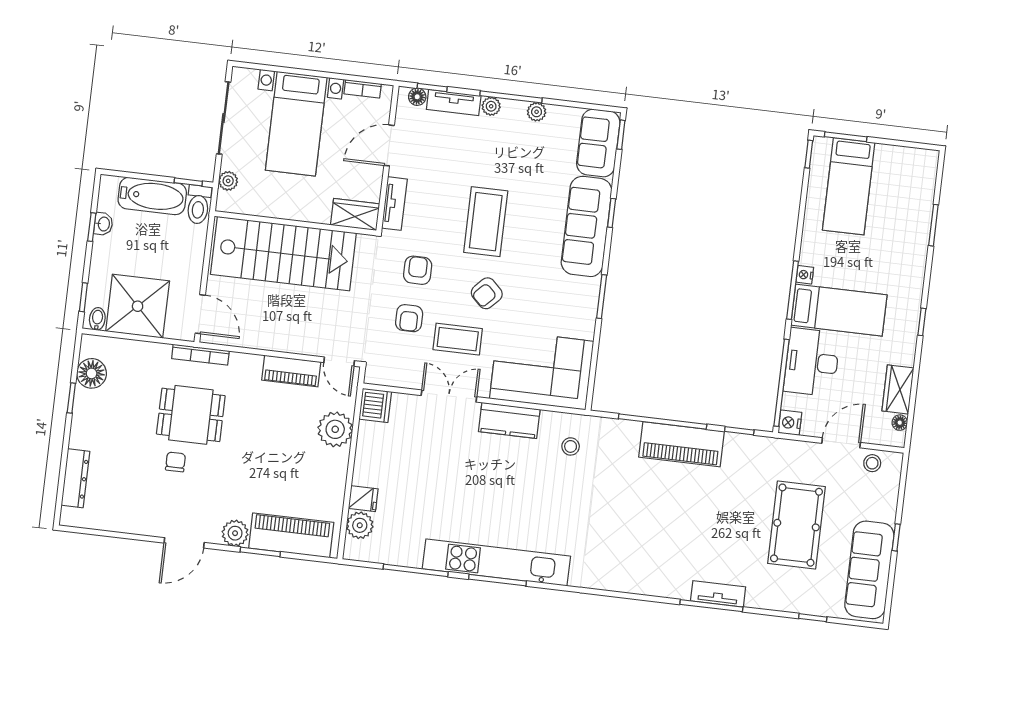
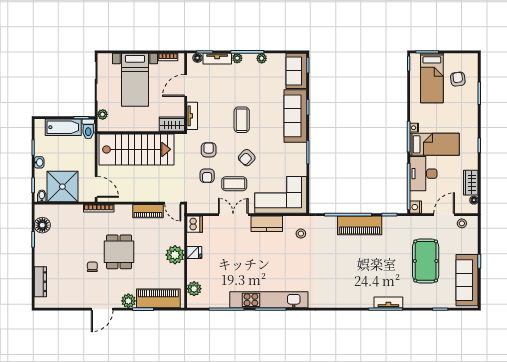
armchair: (897, 194) -> (458, 79), added
coffee table: (486, 222) -> (242, 120), width x0.73, depth x0.76
washbasin: (103, 224) -> (39, 162), moved
dining table: (191, 415) -> (119, 252), moved, turned 90
plant: (335, 429) -> (175, 255), moved
fridge: (363, 499) -> (194, 253), moved

